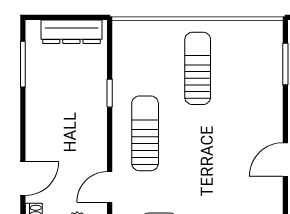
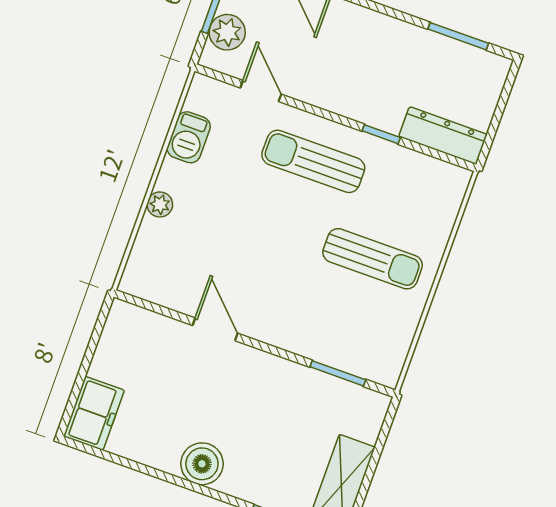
dresser: (71, 32) -> (443, 135), moved, turned 90
sun lounger: (145, 133) -> (313, 161), turned 180

